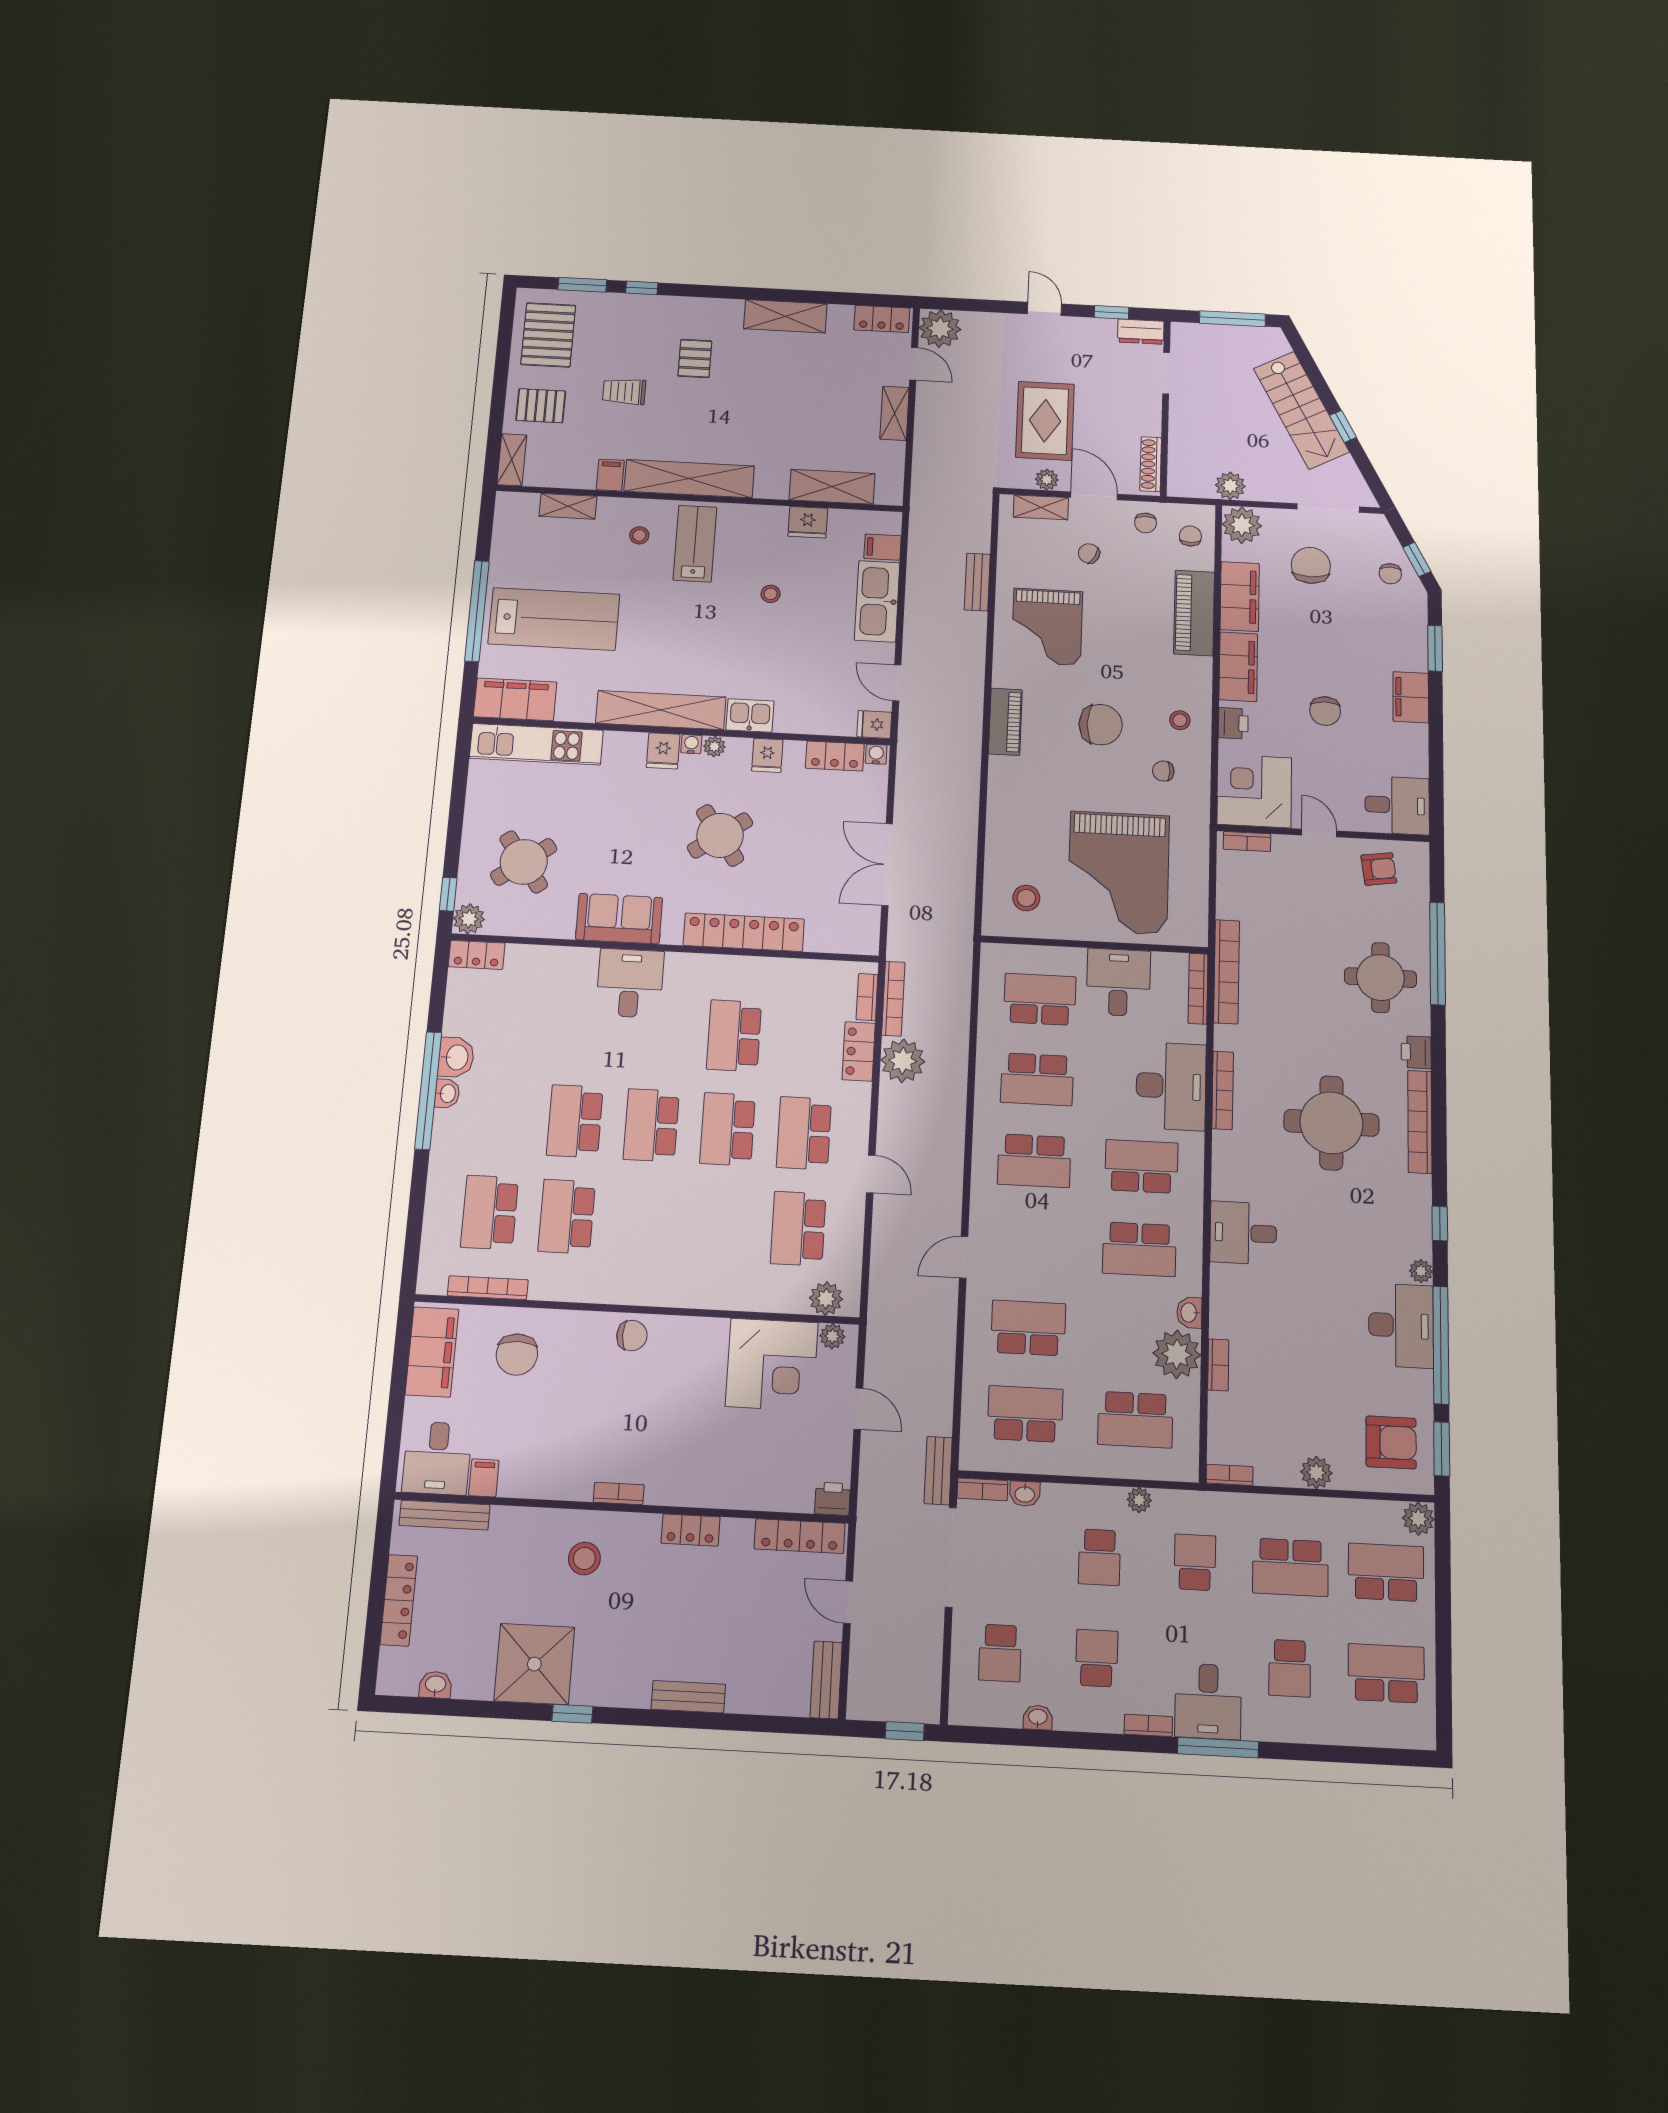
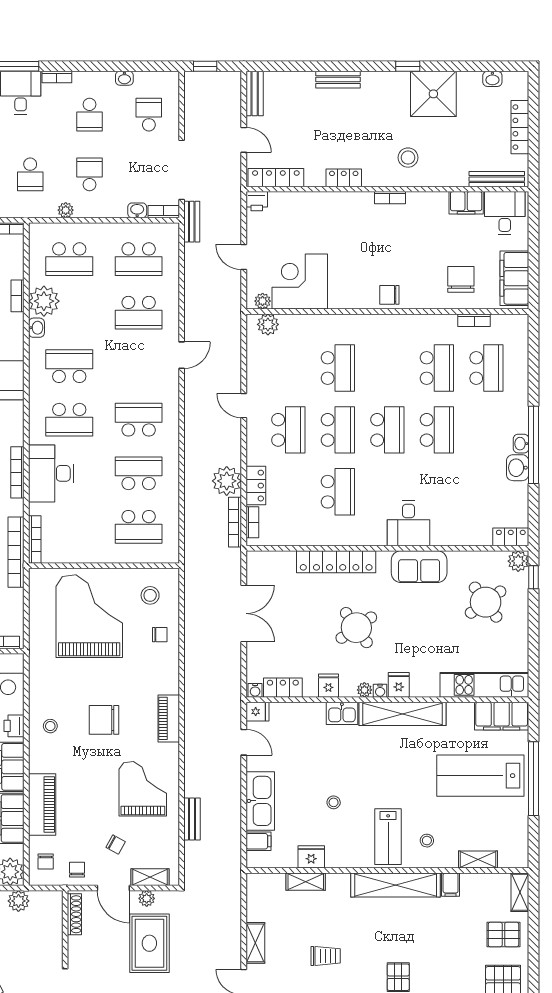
trolley: (624, 391) -> (326, 956), moved
shelving: (832, 487) -> (306, 882), width x0.67, depth x0.75
chair: (1163, 771) -> (160, 635), moved
desk: (1118, 982) -> (87, 541), removed
school desk: (798, 1229) -> (338, 368), moved
bookcase: (488, 1288) -> (474, 320), width x0.64
school desk: (1135, 1420) -> (69, 259), turned 180
filing cabinet: (484, 1478) -> (466, 203), width x2.00

